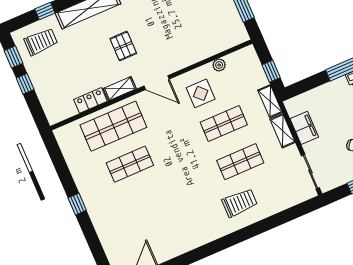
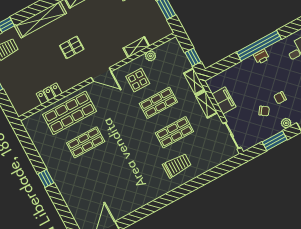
pallet: (123, 46) -> (72, 47), turned 90
shelving: (120, 89) -> (136, 47), moved

